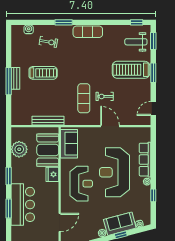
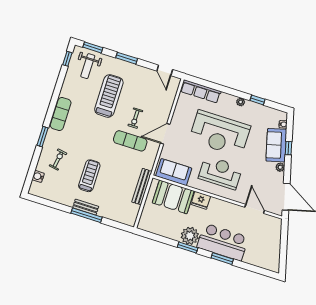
treadmill: (131, 70) -> (109, 96), moved, turned 180
door: (110, 126) -> (165, 134), moved
plant: (19, 149) -> (190, 236), moved
row of seats: (145, 160) -> (201, 91), moved

